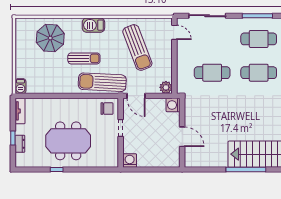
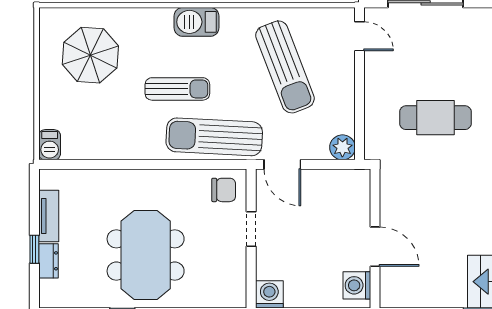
parasol: (50, 38) -> (90, 55), moved
washing machine: (173, 105) -> (357, 285), moved
tv unit: (20, 111) -> (49, 216), moved
meeting table: (68, 141) -> (146, 255), turned 90

